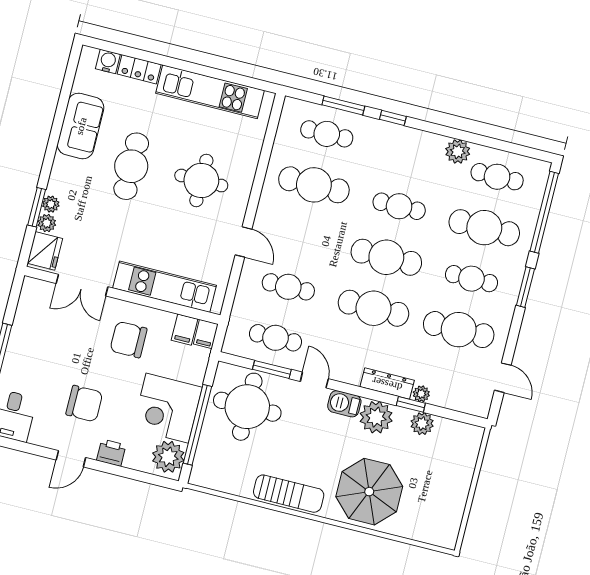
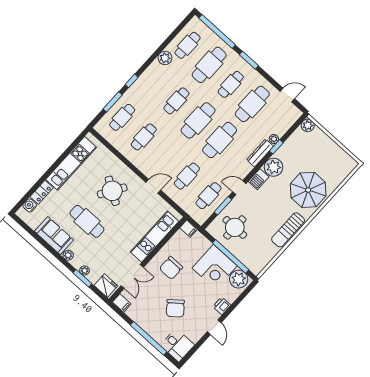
round table: (201, 181) -> (112, 191), turned 32
cafe table: (314, 185) -> (144, 137), width x0.73, depth x0.74
plant: (47, 223) -> (68, 255), moved
filing cabinet: (185, 330) -> (122, 303), moved
chair: (84, 404) -> (175, 308), moved, turned 141
round table: (247, 407) -> (235, 227), width x0.73, depth x0.73
plant: (422, 424) -> (308, 125), moved
sun lounger: (289, 494) -> (288, 230), turned 180

